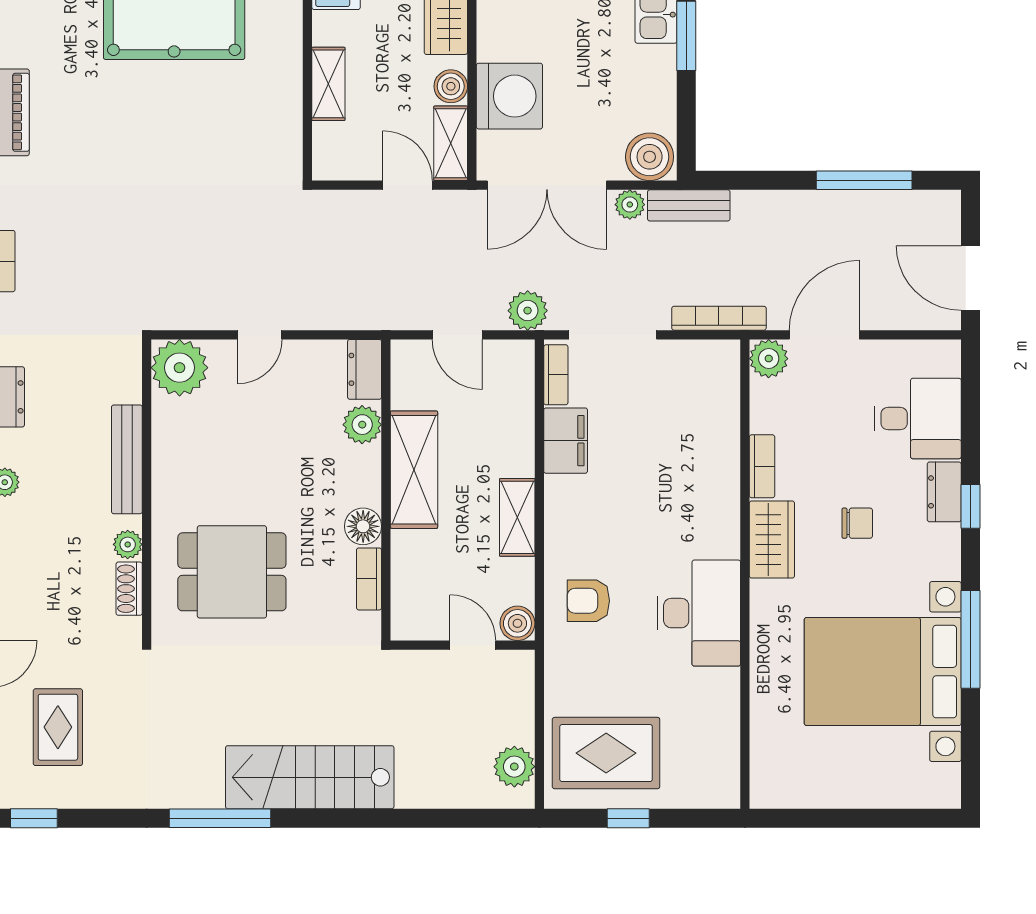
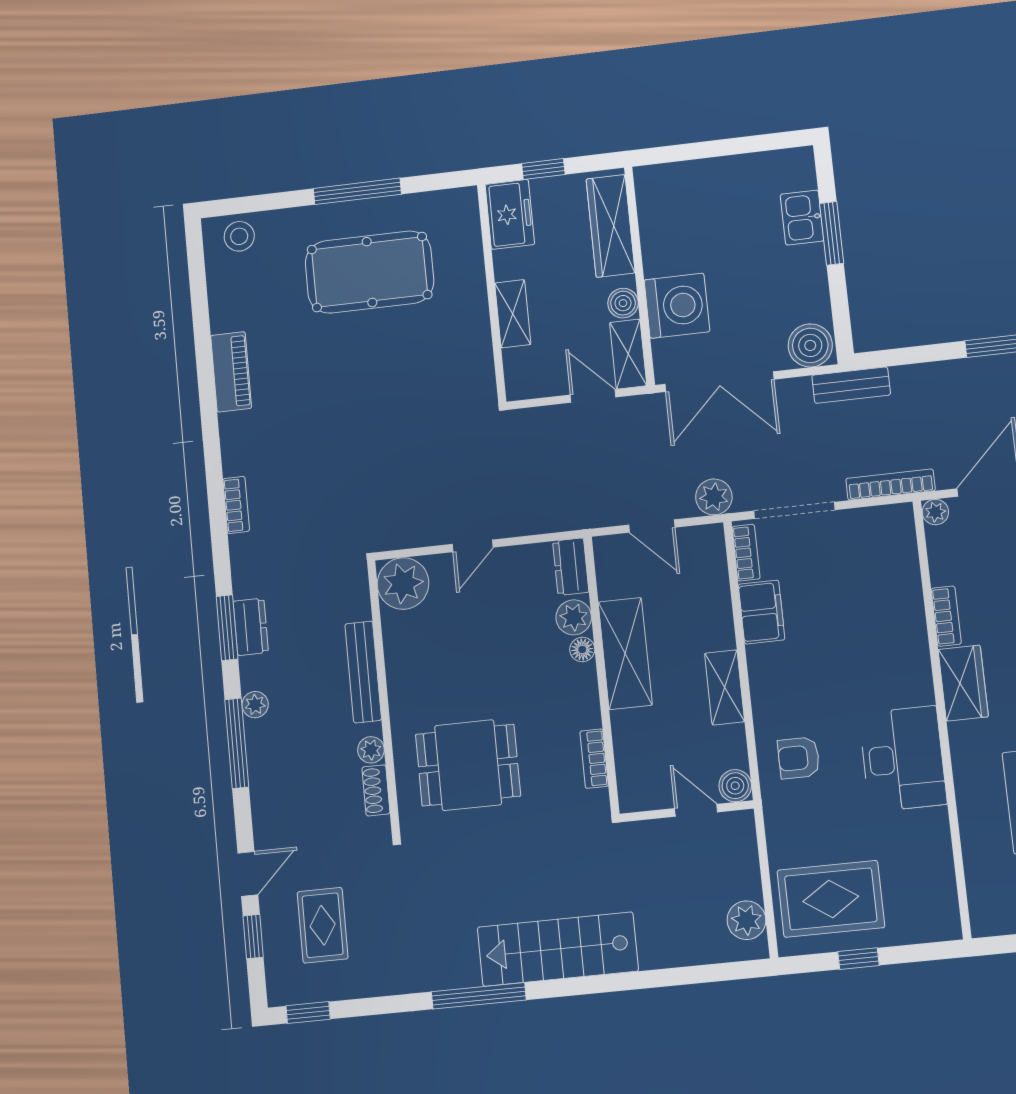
plant: (630, 205) -> (797, 390), removed
plant: (769, 359) -> (935, 512), width x0.73, depth x0.73
floor lamp: (363, 526) -> (582, 649), moved, width x0.73, depth x0.73

